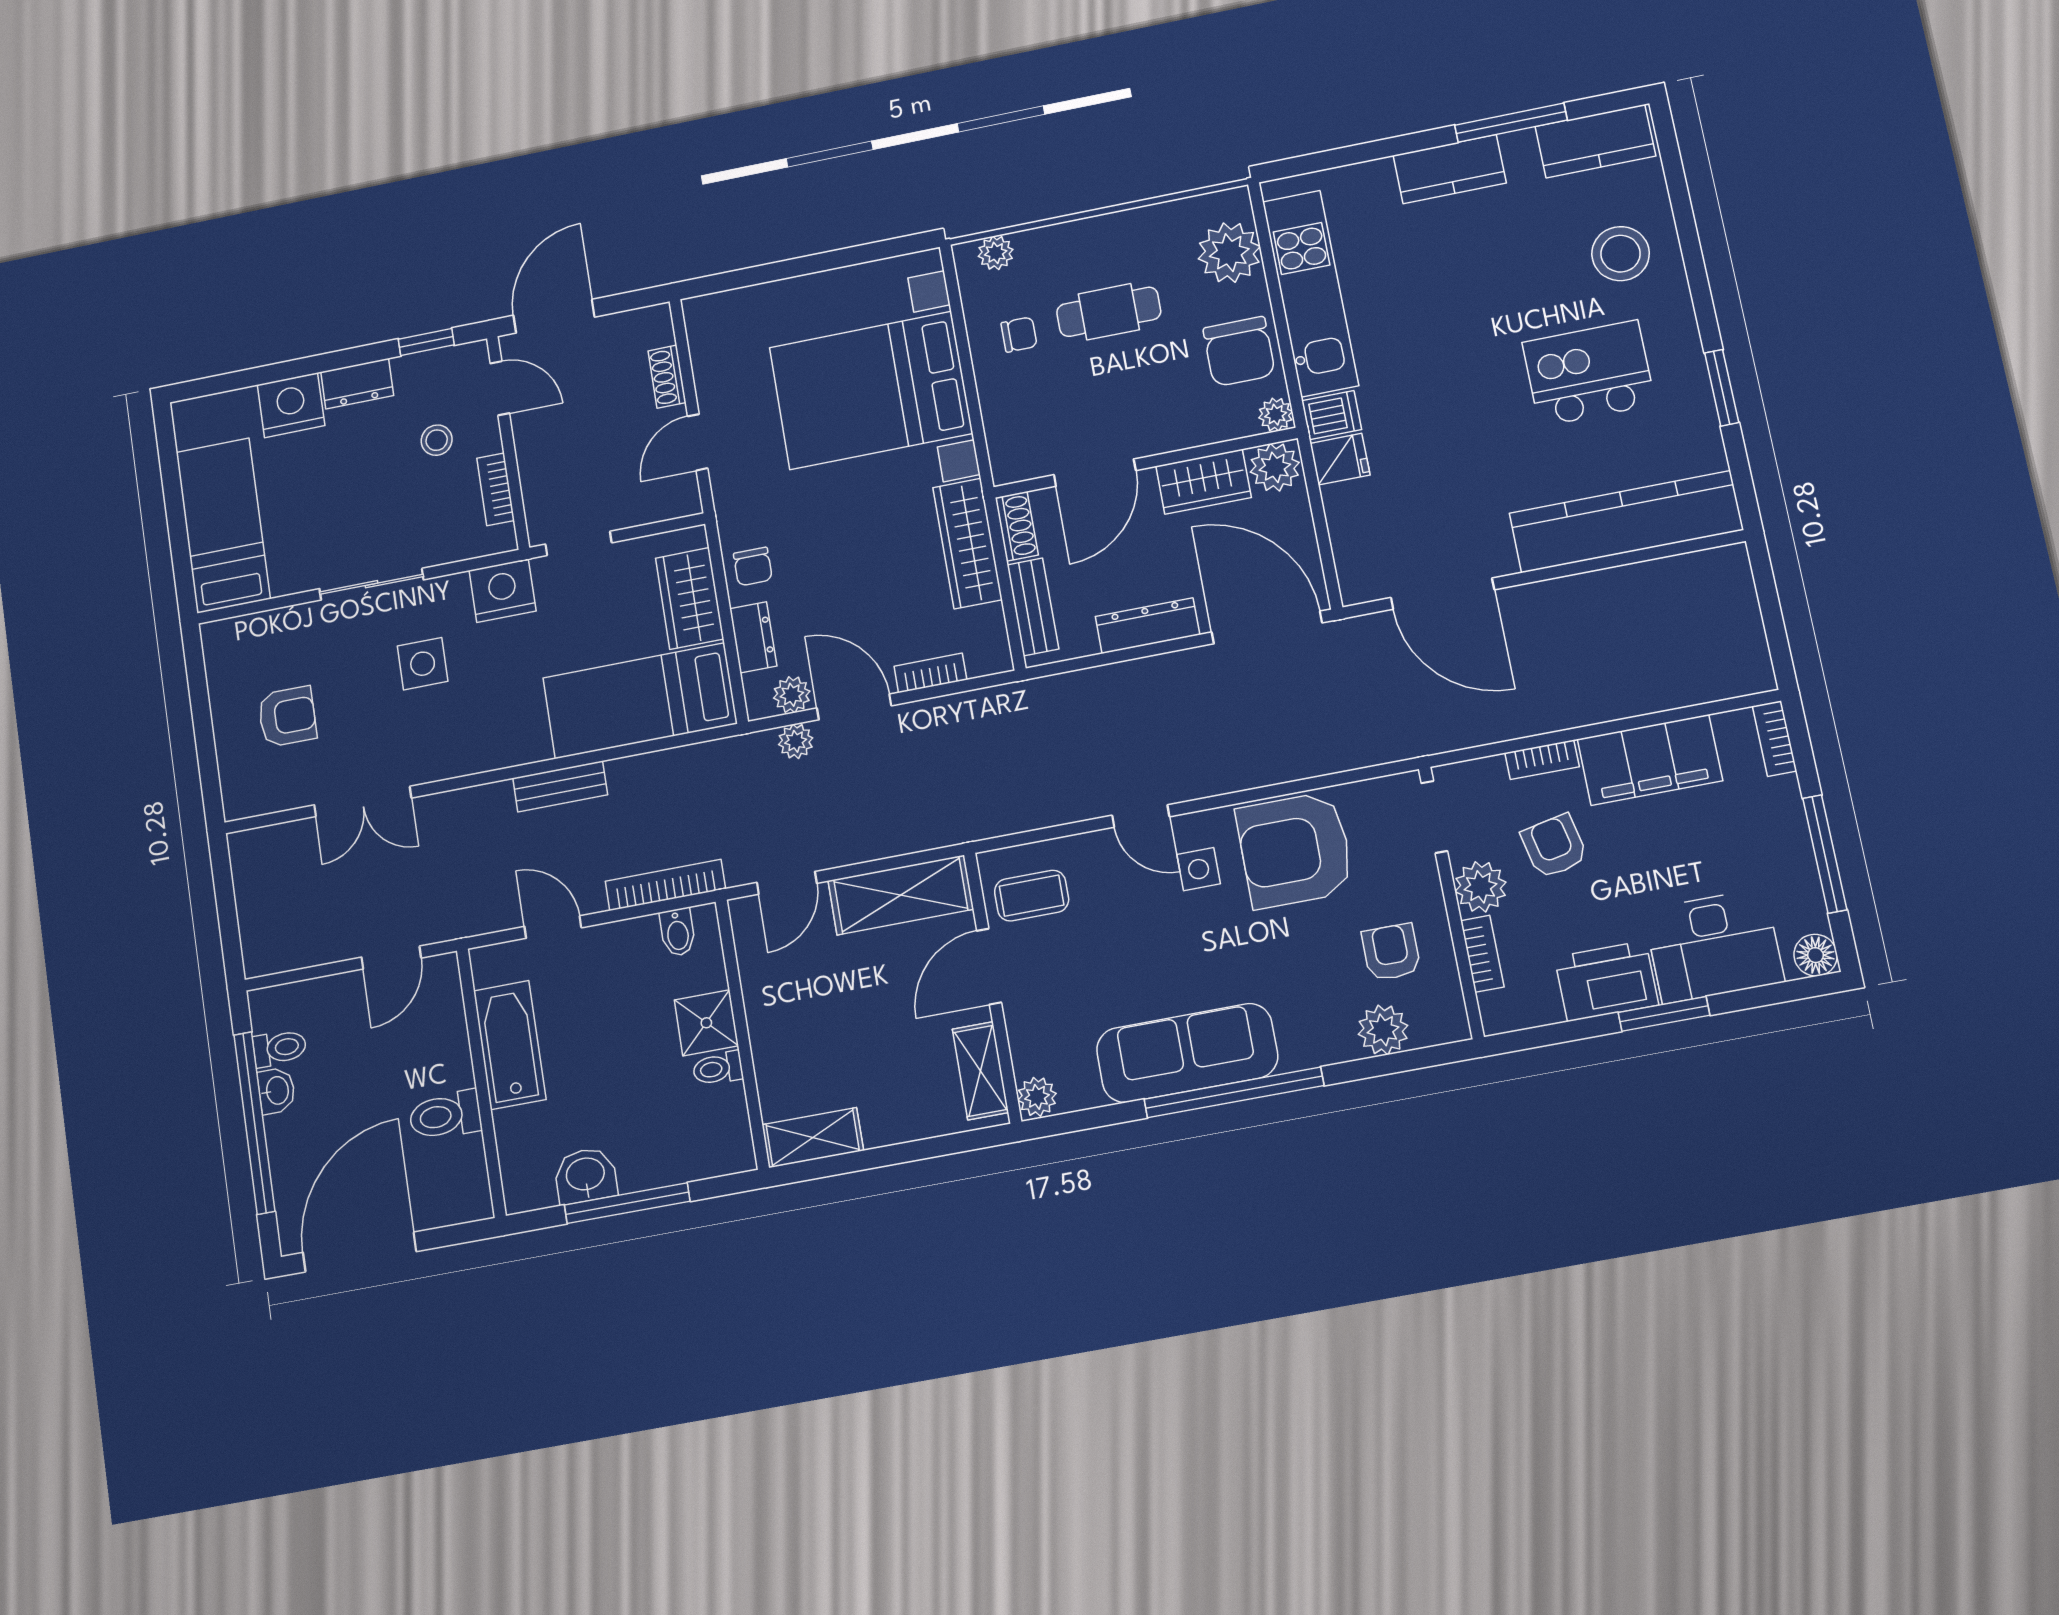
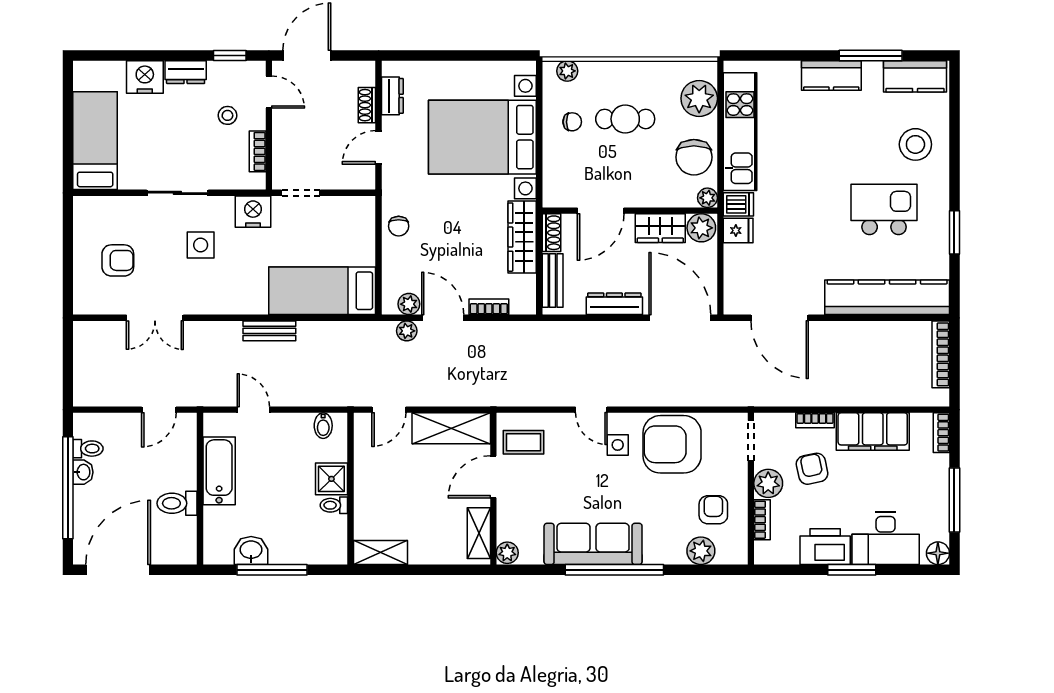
wardrobe: (690, 598) -> (360, 237), removed
dresser: (753, 637) -> (392, 96), moved
bookcase: (665, 885) -> (941, 354), moved, turned -90

